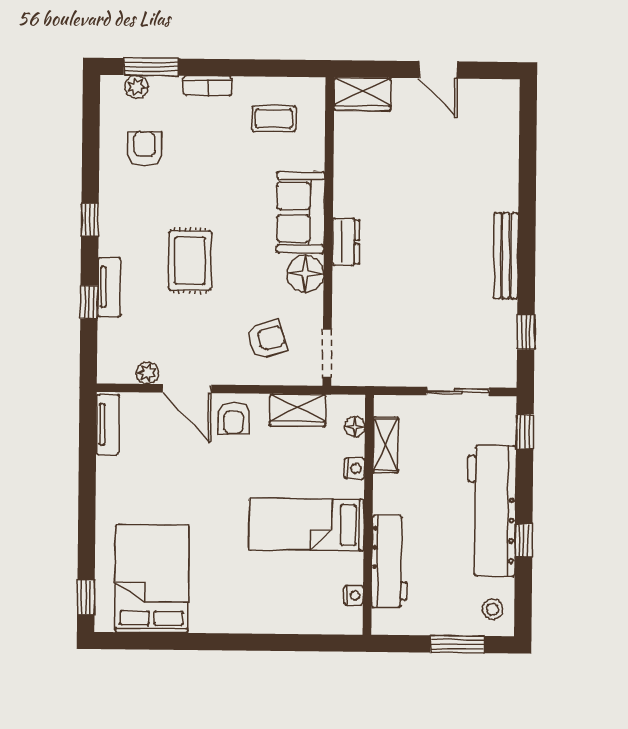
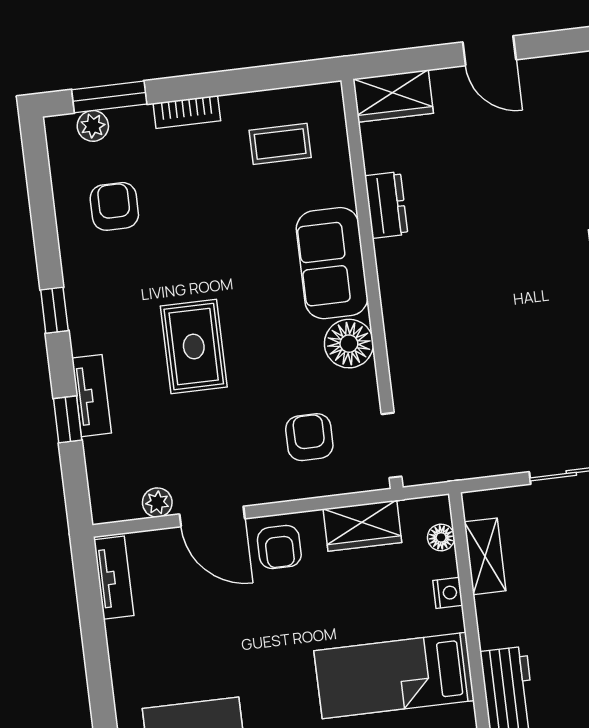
dresser: (346, 242) -> (386, 205), moved
armchair: (267, 339) -> (309, 437), turned -72

